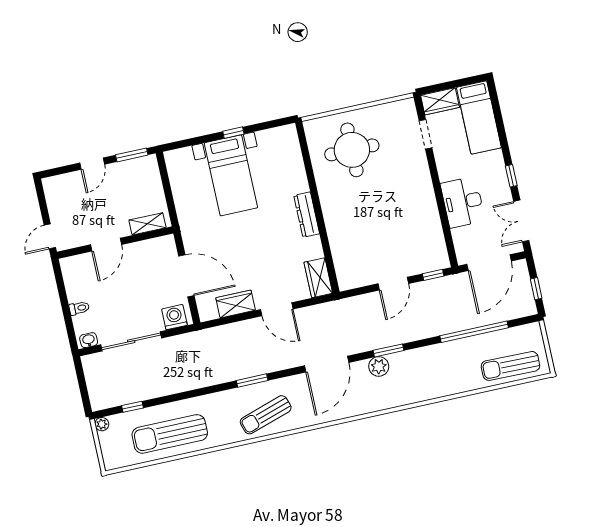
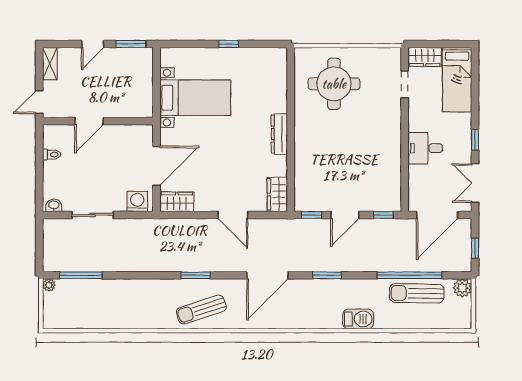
bed with nightstands: (231, 175) -> (195, 98), moved, turned -90
desk: (463, 202) -> (425, 148), width x0.73
shelving: (147, 224) -> (50, 64), moved, turned 90
door: (186, 276) -> (157, 166), hinge flipped
window: (359, 291) -> (312, 215), added
wardrobe: (236, 304) -> (177, 202), moved
toilet: (79, 308) -> (52, 155), moved
sliding door: (131, 341) -> (93, 215), width x0.73
plant: (379, 366) -> (462, 288), moved
sun lounger: (510, 366) -> (417, 293), moved
barbecue: (431, 389) -> (358, 319), added
window: (133, 407) -> (81, 275), width x2.17
sun lounger: (170, 434) -> (109, 308), removed

